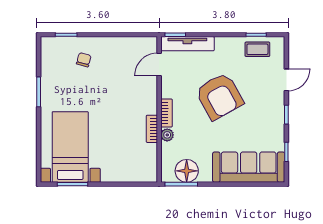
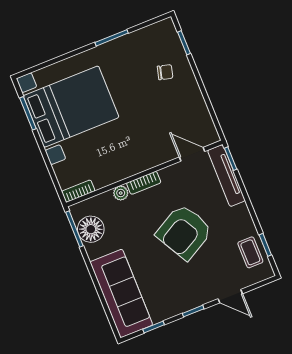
bookcase: (152, 129) -> (78, 191), moved
bed with nightstands: (70, 147) -> (71, 107), width x1.36

